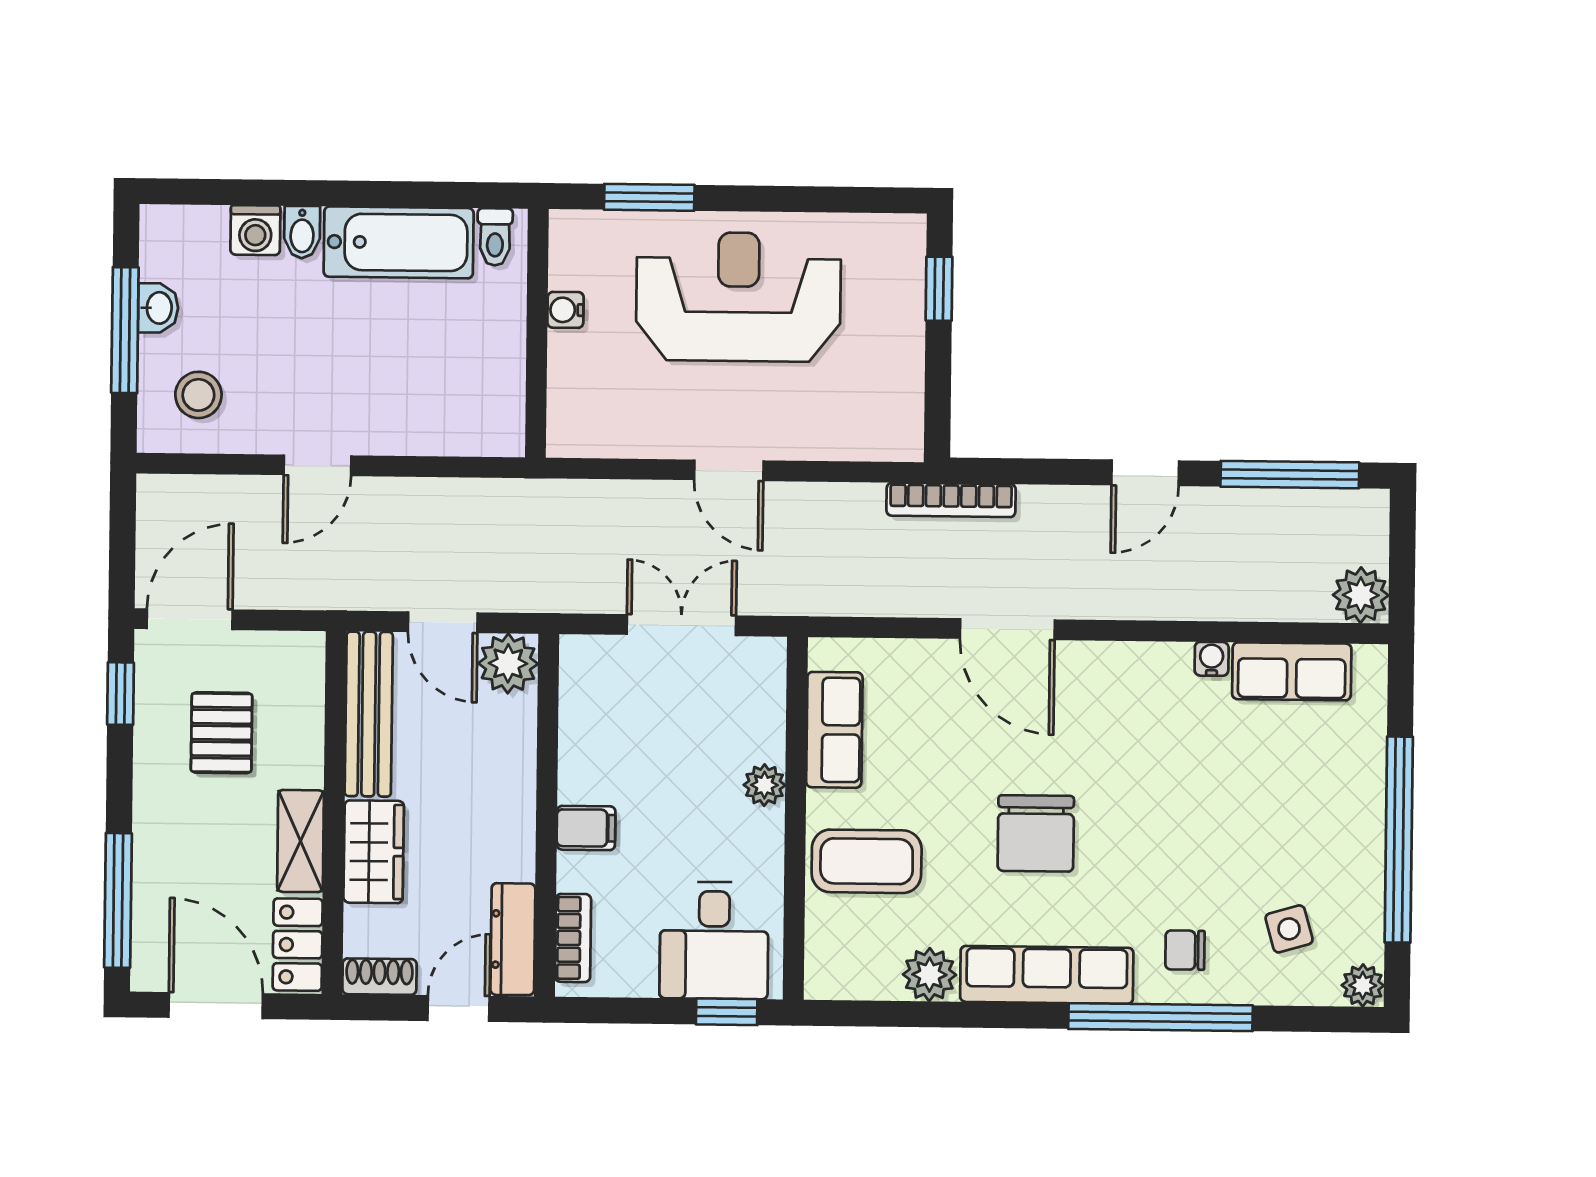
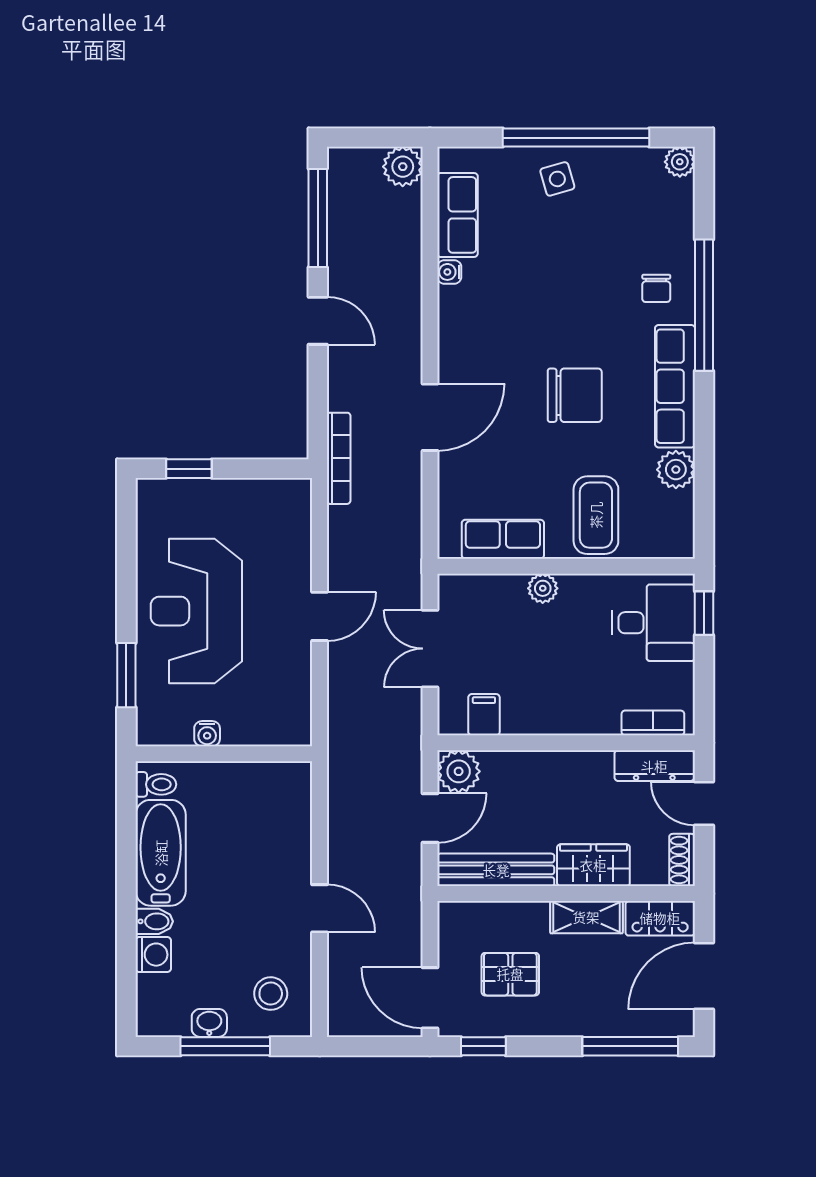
filing cabinet: (586, 828) -> (484, 715), moved
side table: (1289, 929) -> (557, 179), moved

